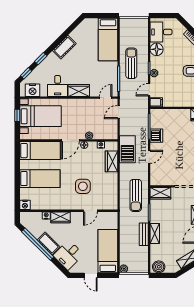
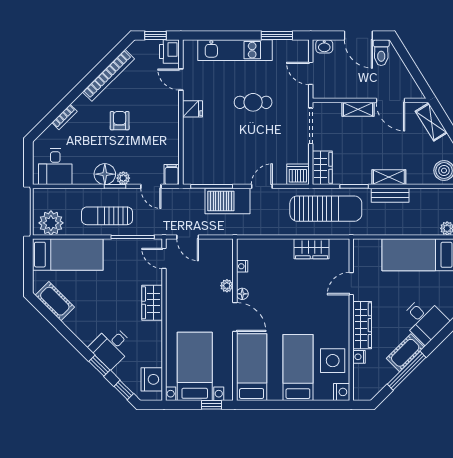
plant: (127, 29) -> (51, 223), added
cot: (64, 47) -> (55, 301), moved
floor lamp: (157, 49) -> (105, 174), moved
desk: (58, 86) -> (111, 347), moved, turned 135
window: (17, 115) -> (211, 405), moved
dishwasher: (156, 136) -> (298, 174), moved
barbecue: (127, 149) -> (228, 201), moved, turned 180
door: (149, 157) -> (262, 186), hinge flipped
wardrobe: (111, 161) -> (311, 249), moved
side table: (83, 186) -> (333, 361), moved
sun lounger: (136, 195) -> (326, 209), width x1.36, depth x1.34
door: (90, 211) -> (351, 284), swing flipped
wardrobe: (61, 217) -> (362, 325), width x1.50
window: (38, 244) -> (407, 371), width x0.68

